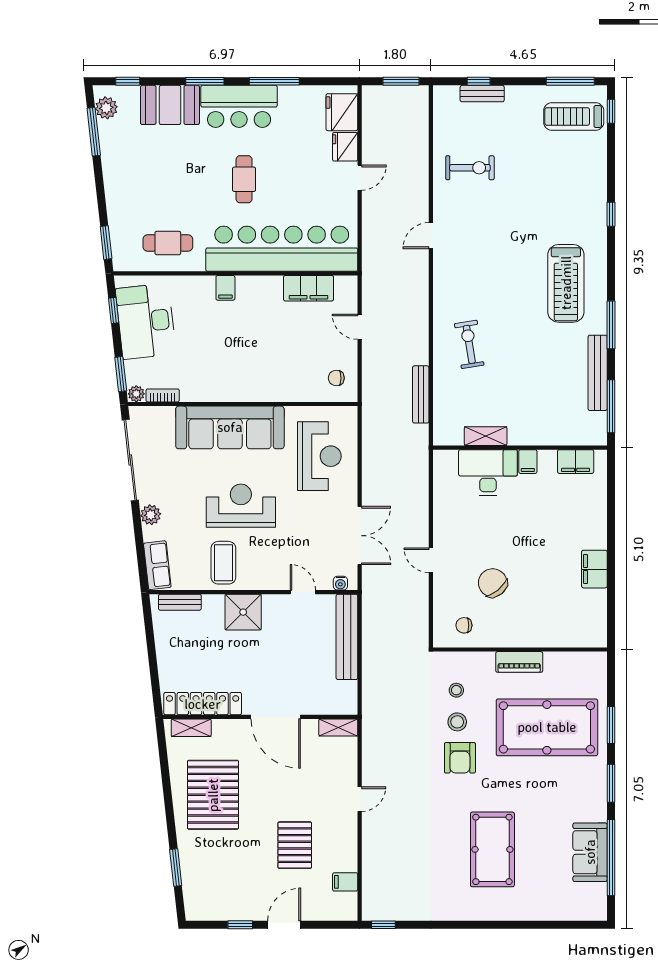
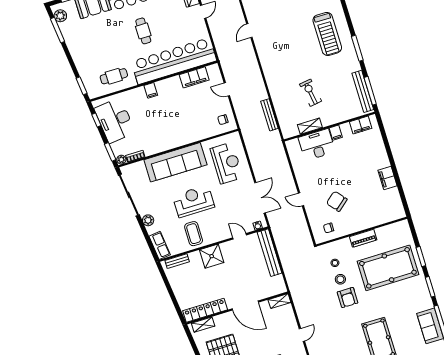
exercise bike: (469, 344) -> (311, 93), moved
bench: (598, 373) -> (363, 91), moved

